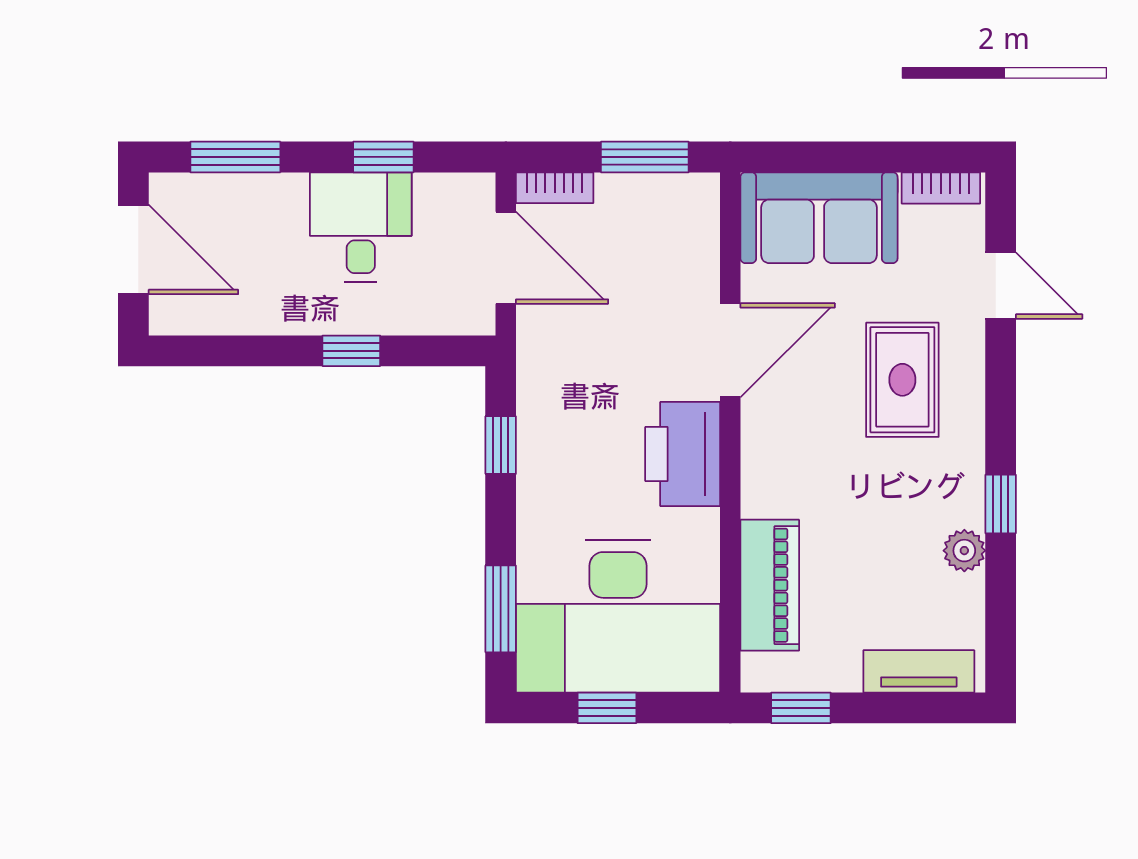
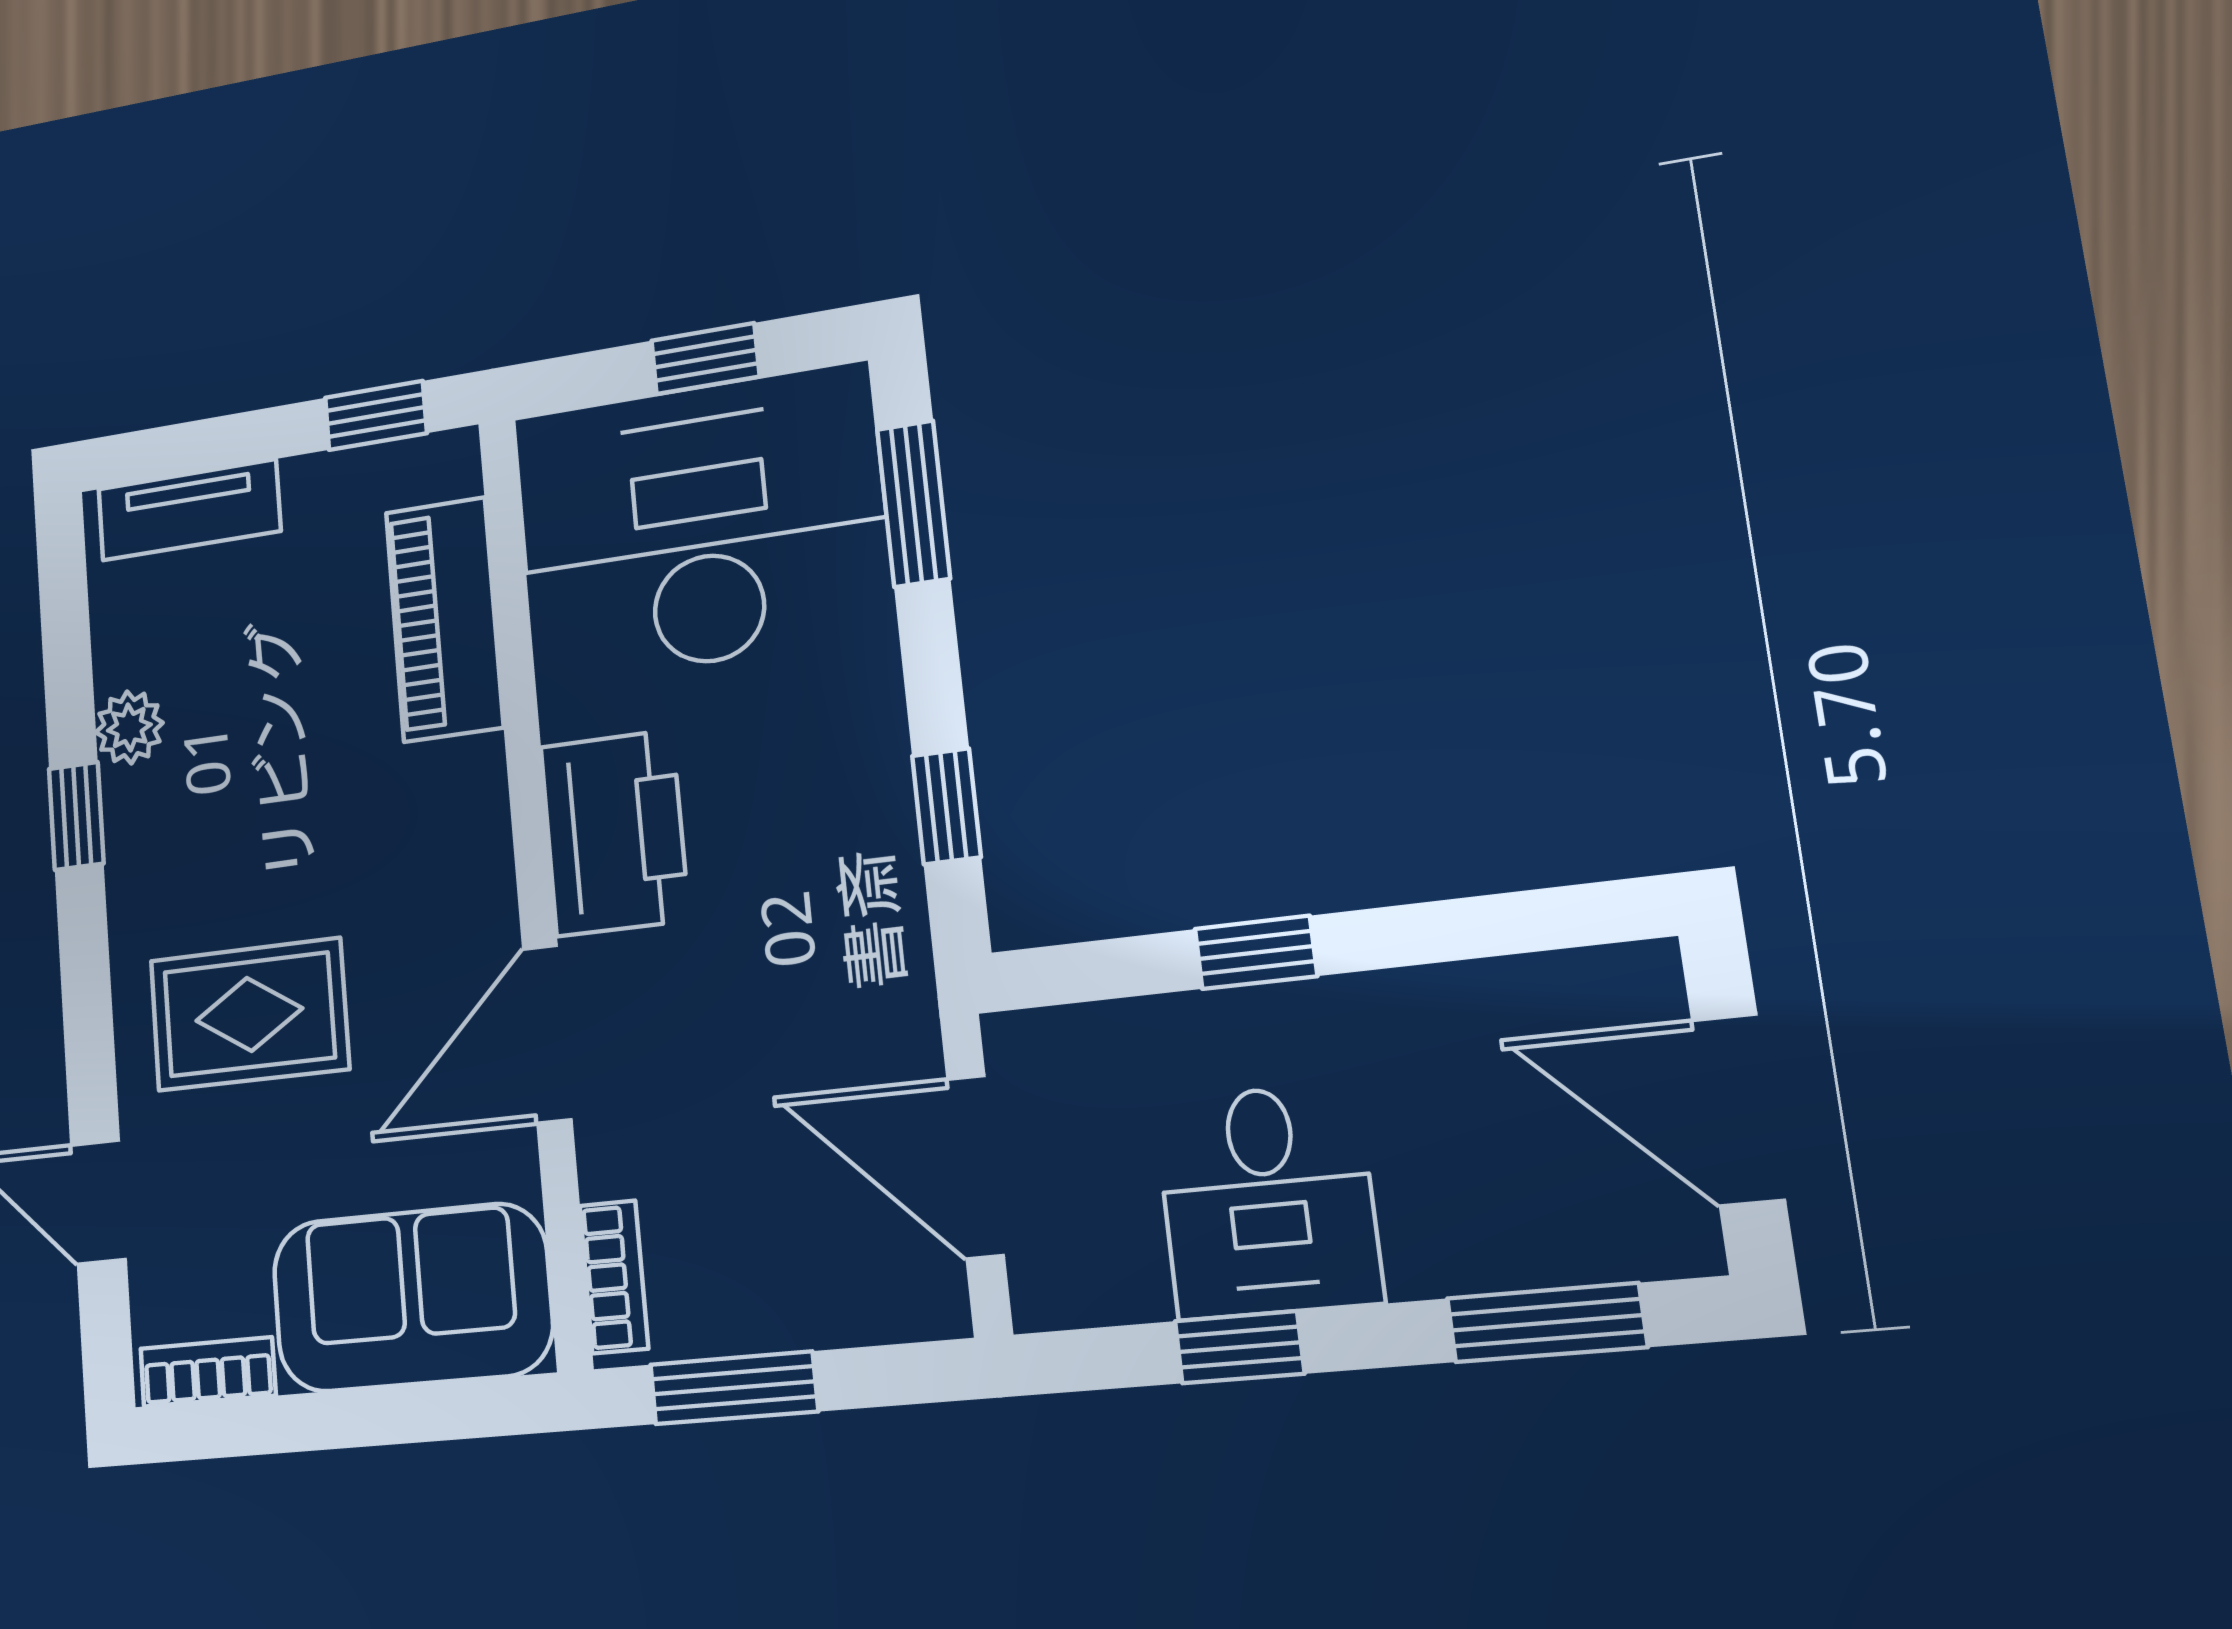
bookcase: (555, 188) -> (614, 1277), moved, turned 90
rug: (902, 380) -> (249, 1014), turned 90

